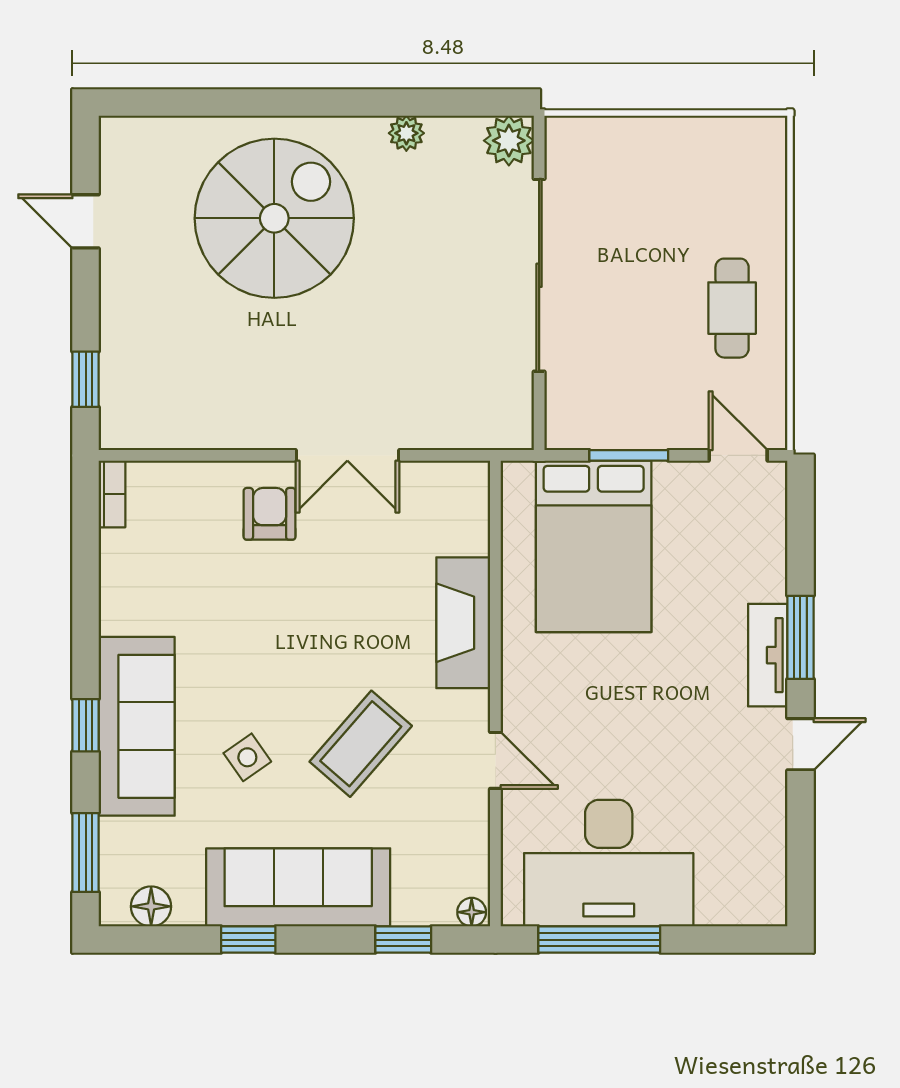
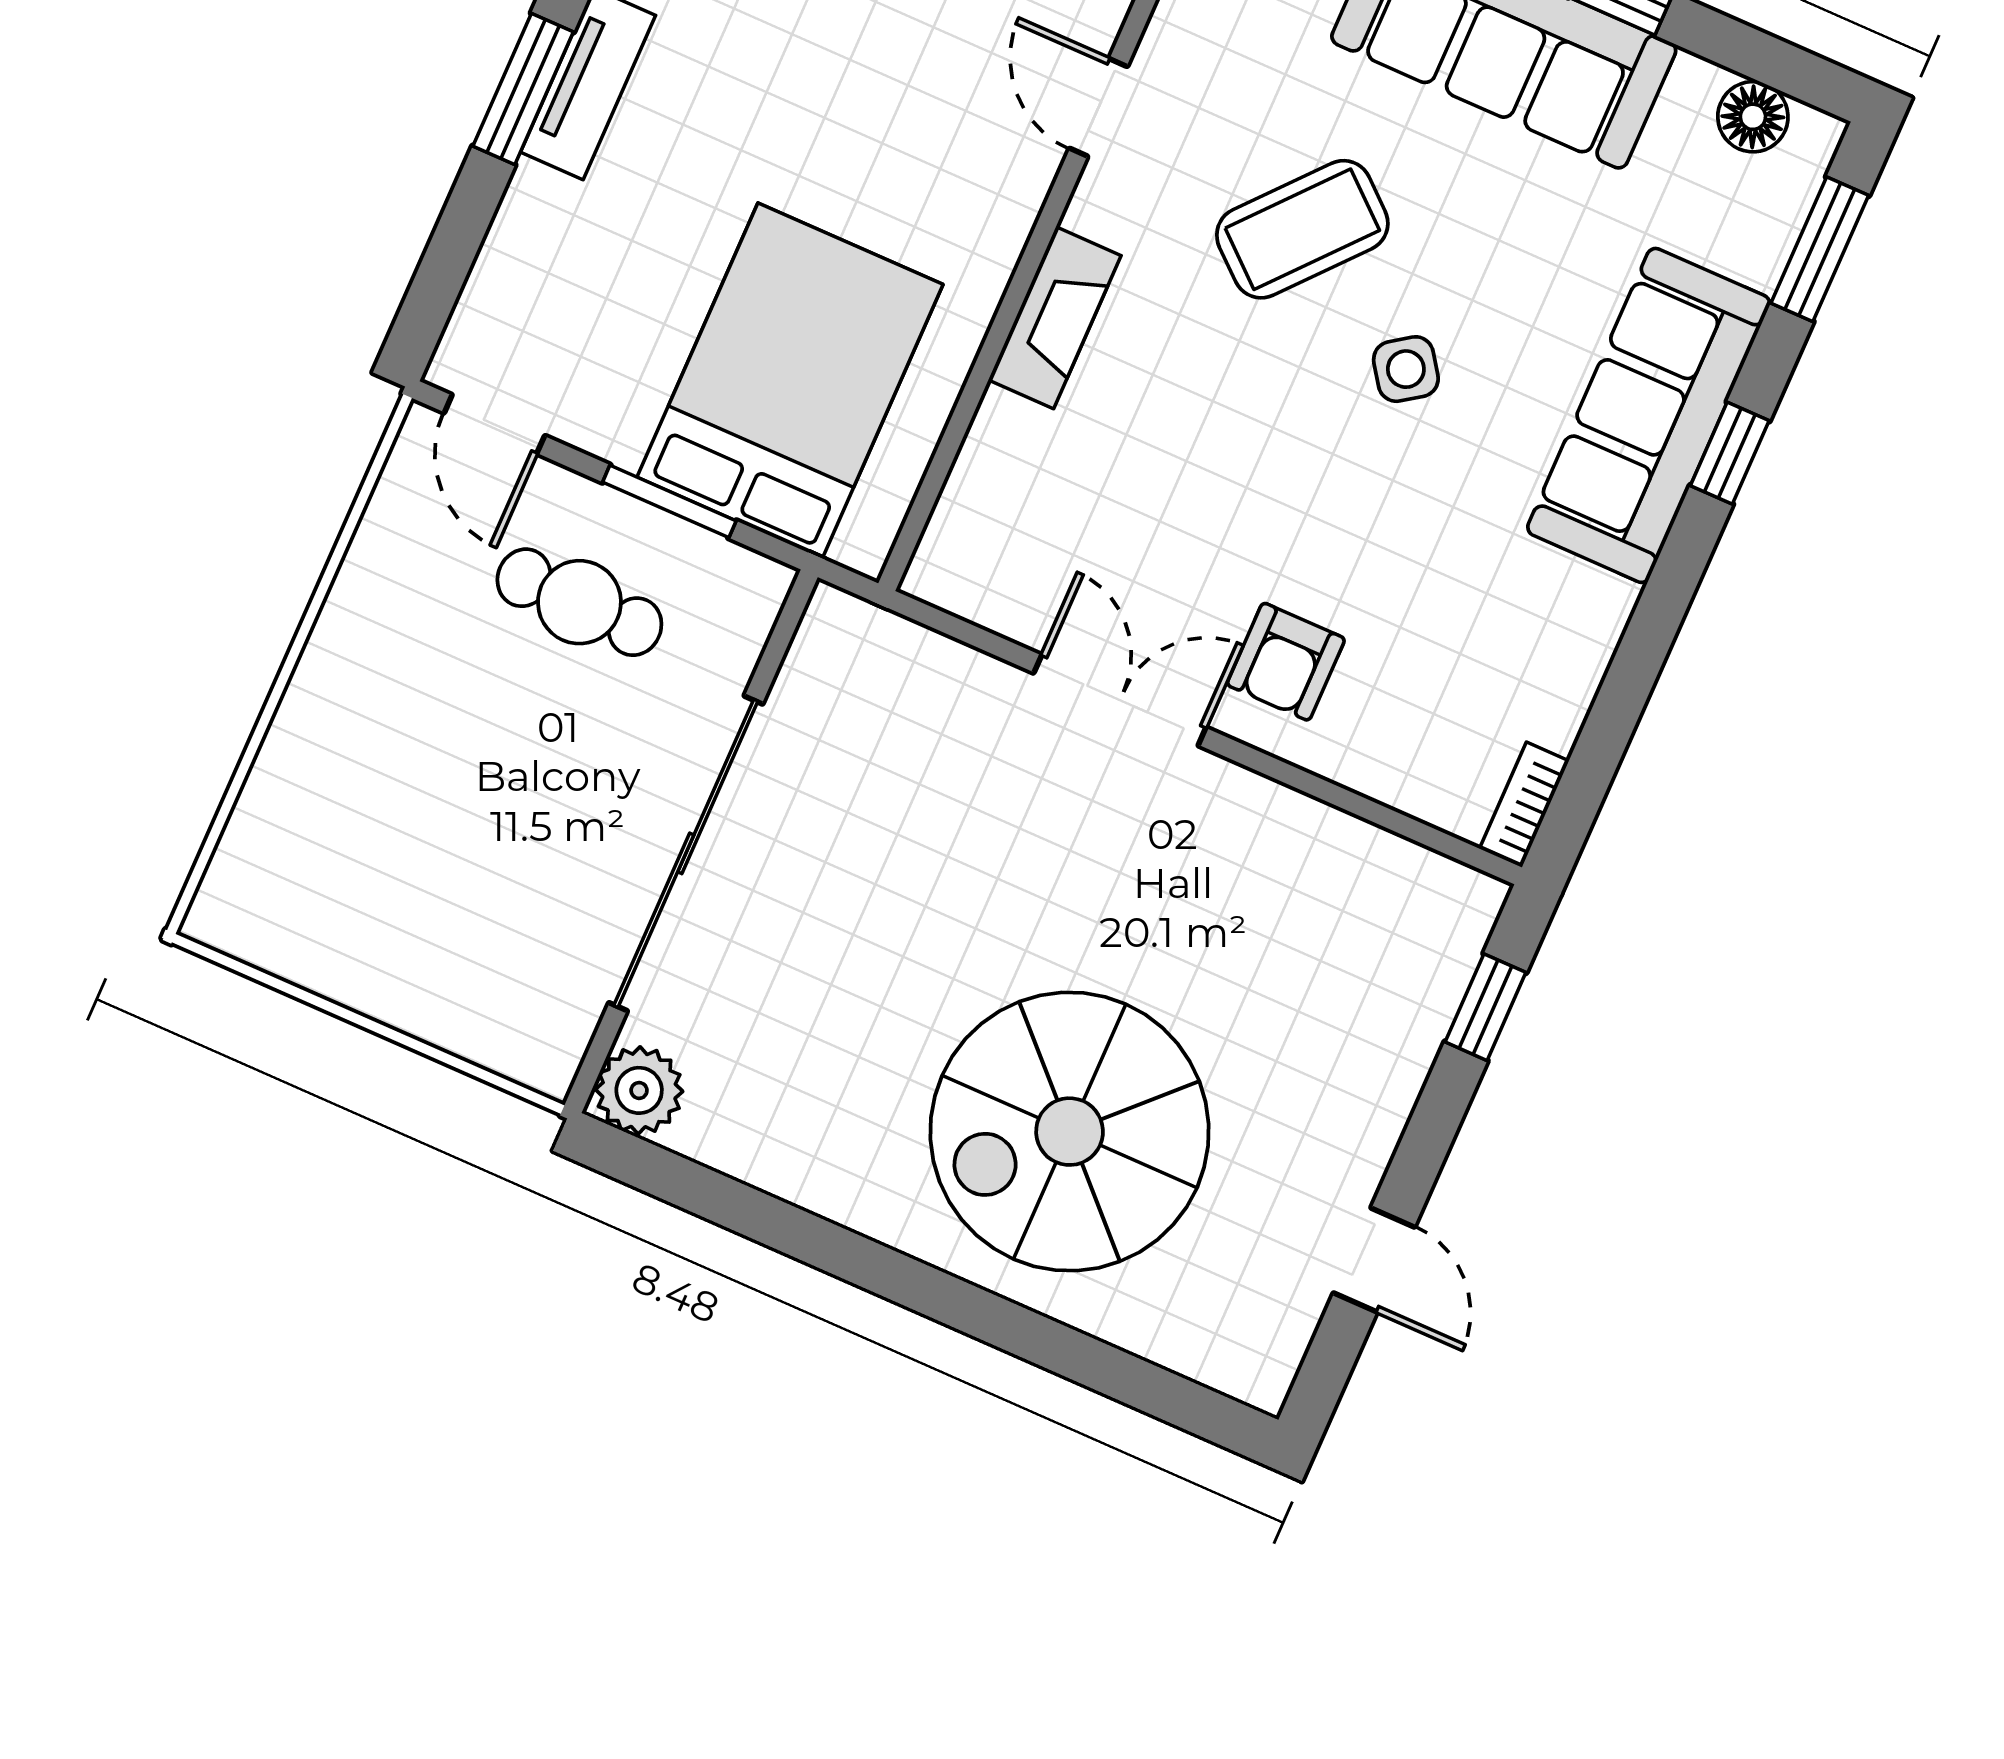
plant: (406, 133) -> (798, 1175), removed
cafe table: (732, 308) -> (579, 602), moved, turned 90
fireplace: (463, 623) -> (1055, 318), width x0.73, depth x0.76
side table: (247, 757) -> (1406, 369), moved

